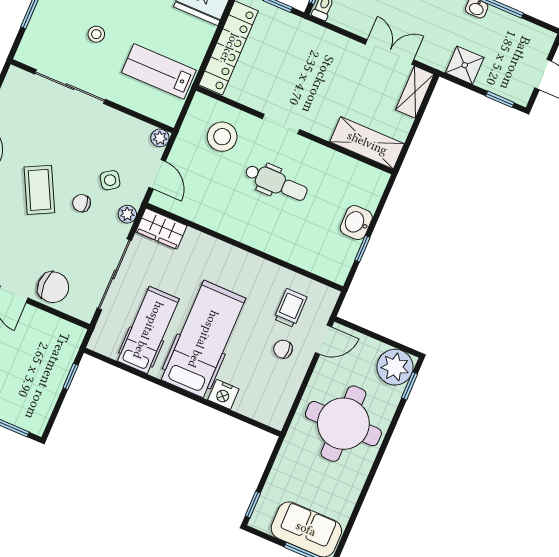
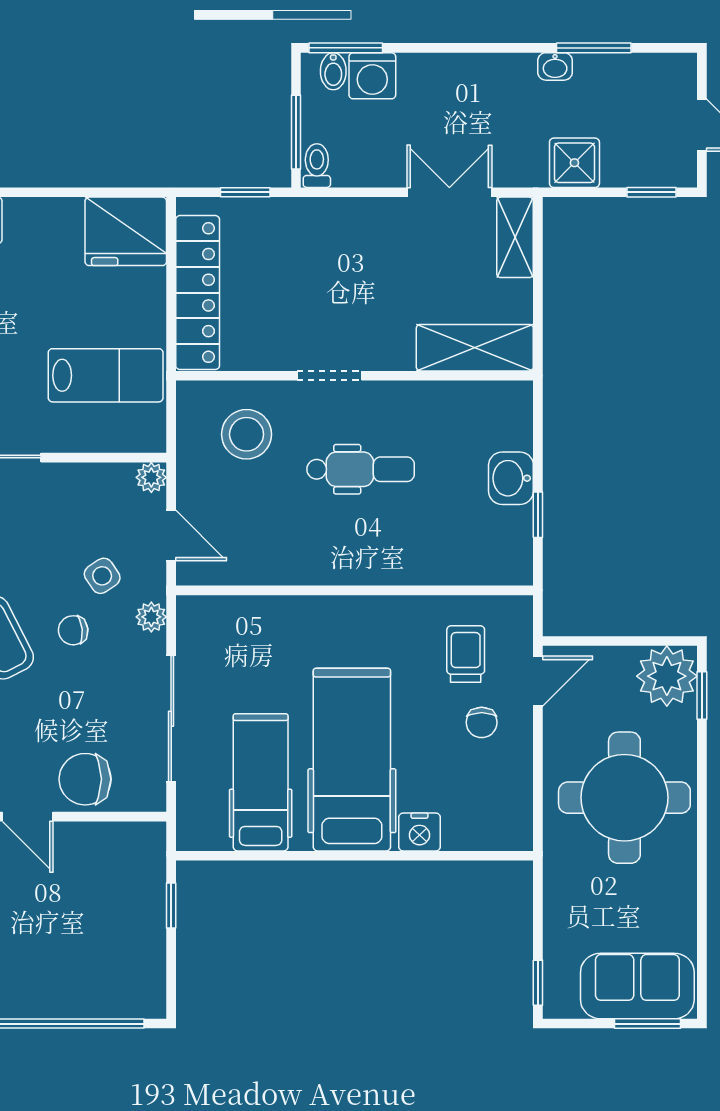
lab bench: (159, 71) -> (106, 375), turned 180
wardrobe: (161, 229) -> (213, 617), removed
chair: (53, 287) -> (85, 779), turned 180
chair: (283, 349) -> (482, 722), turned -90

